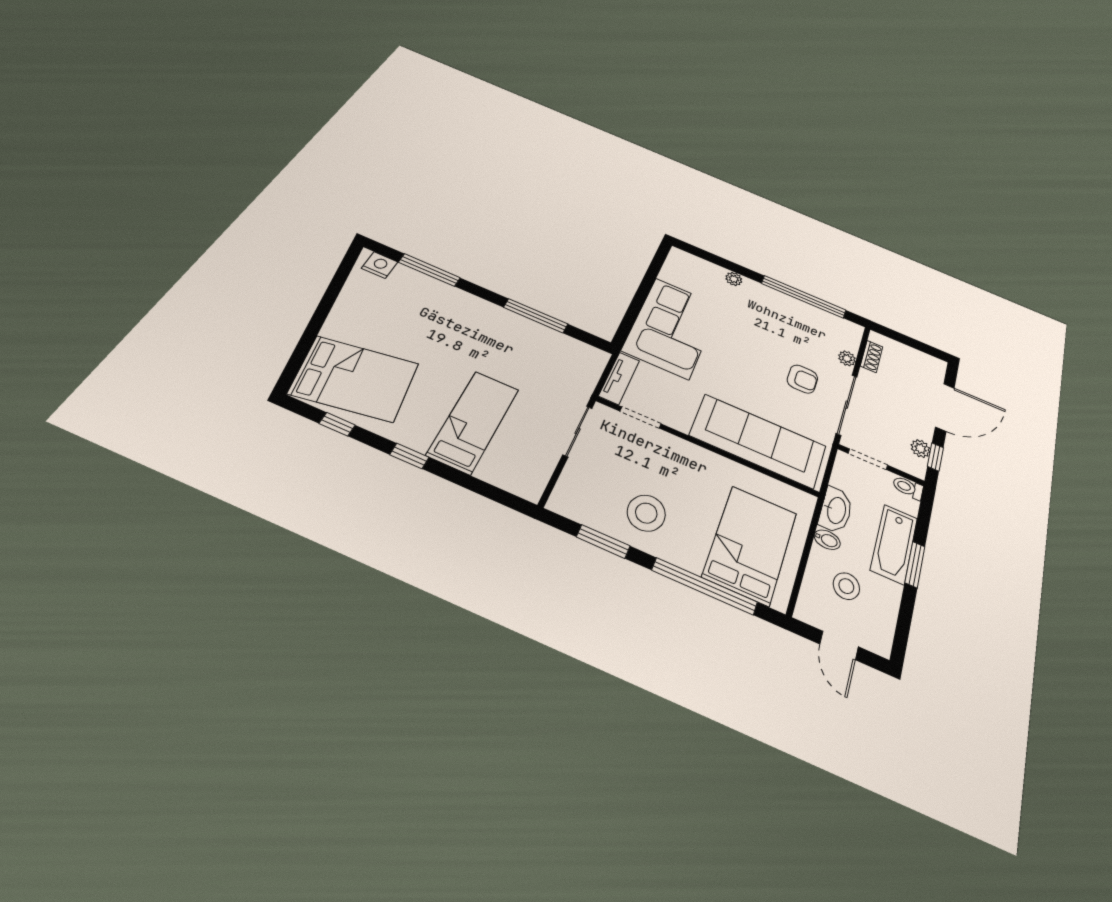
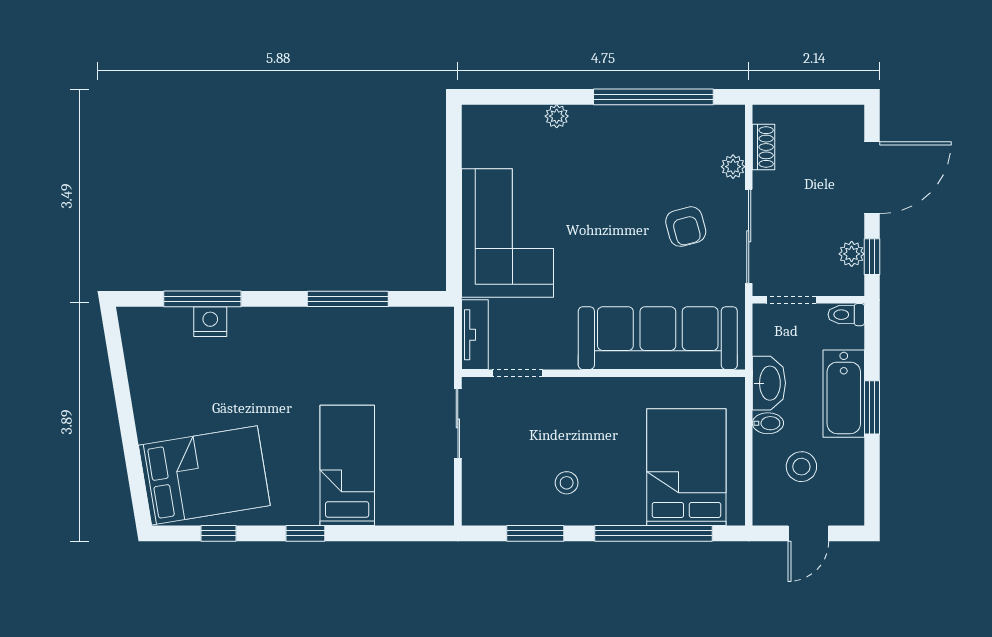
nightstand: (380, 265) -> (210, 322), moved
armchair: (802, 379) -> (686, 227), turned 75
stool: (646, 513) -> (567, 483), width x0.53, depth x0.53
door: (839, 645) -> (808, 533), hinge flipped

